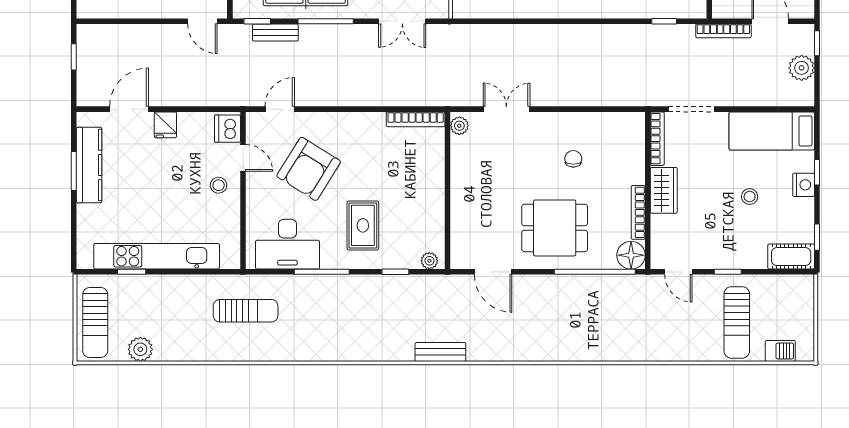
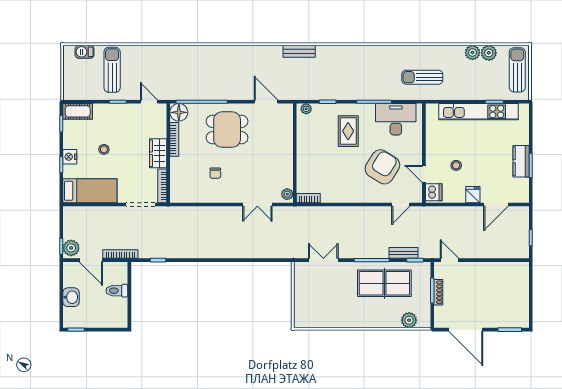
plant: (802, 68) -> (71, 248), moved
bookcase: (416, 119) -> (308, 198), width x0.64
kitchen counter: (89, 165) -> (521, 161), width x0.67
stool: (219, 185) -> (456, 165), moved
plant: (166, 350) -> (472, 53), added

